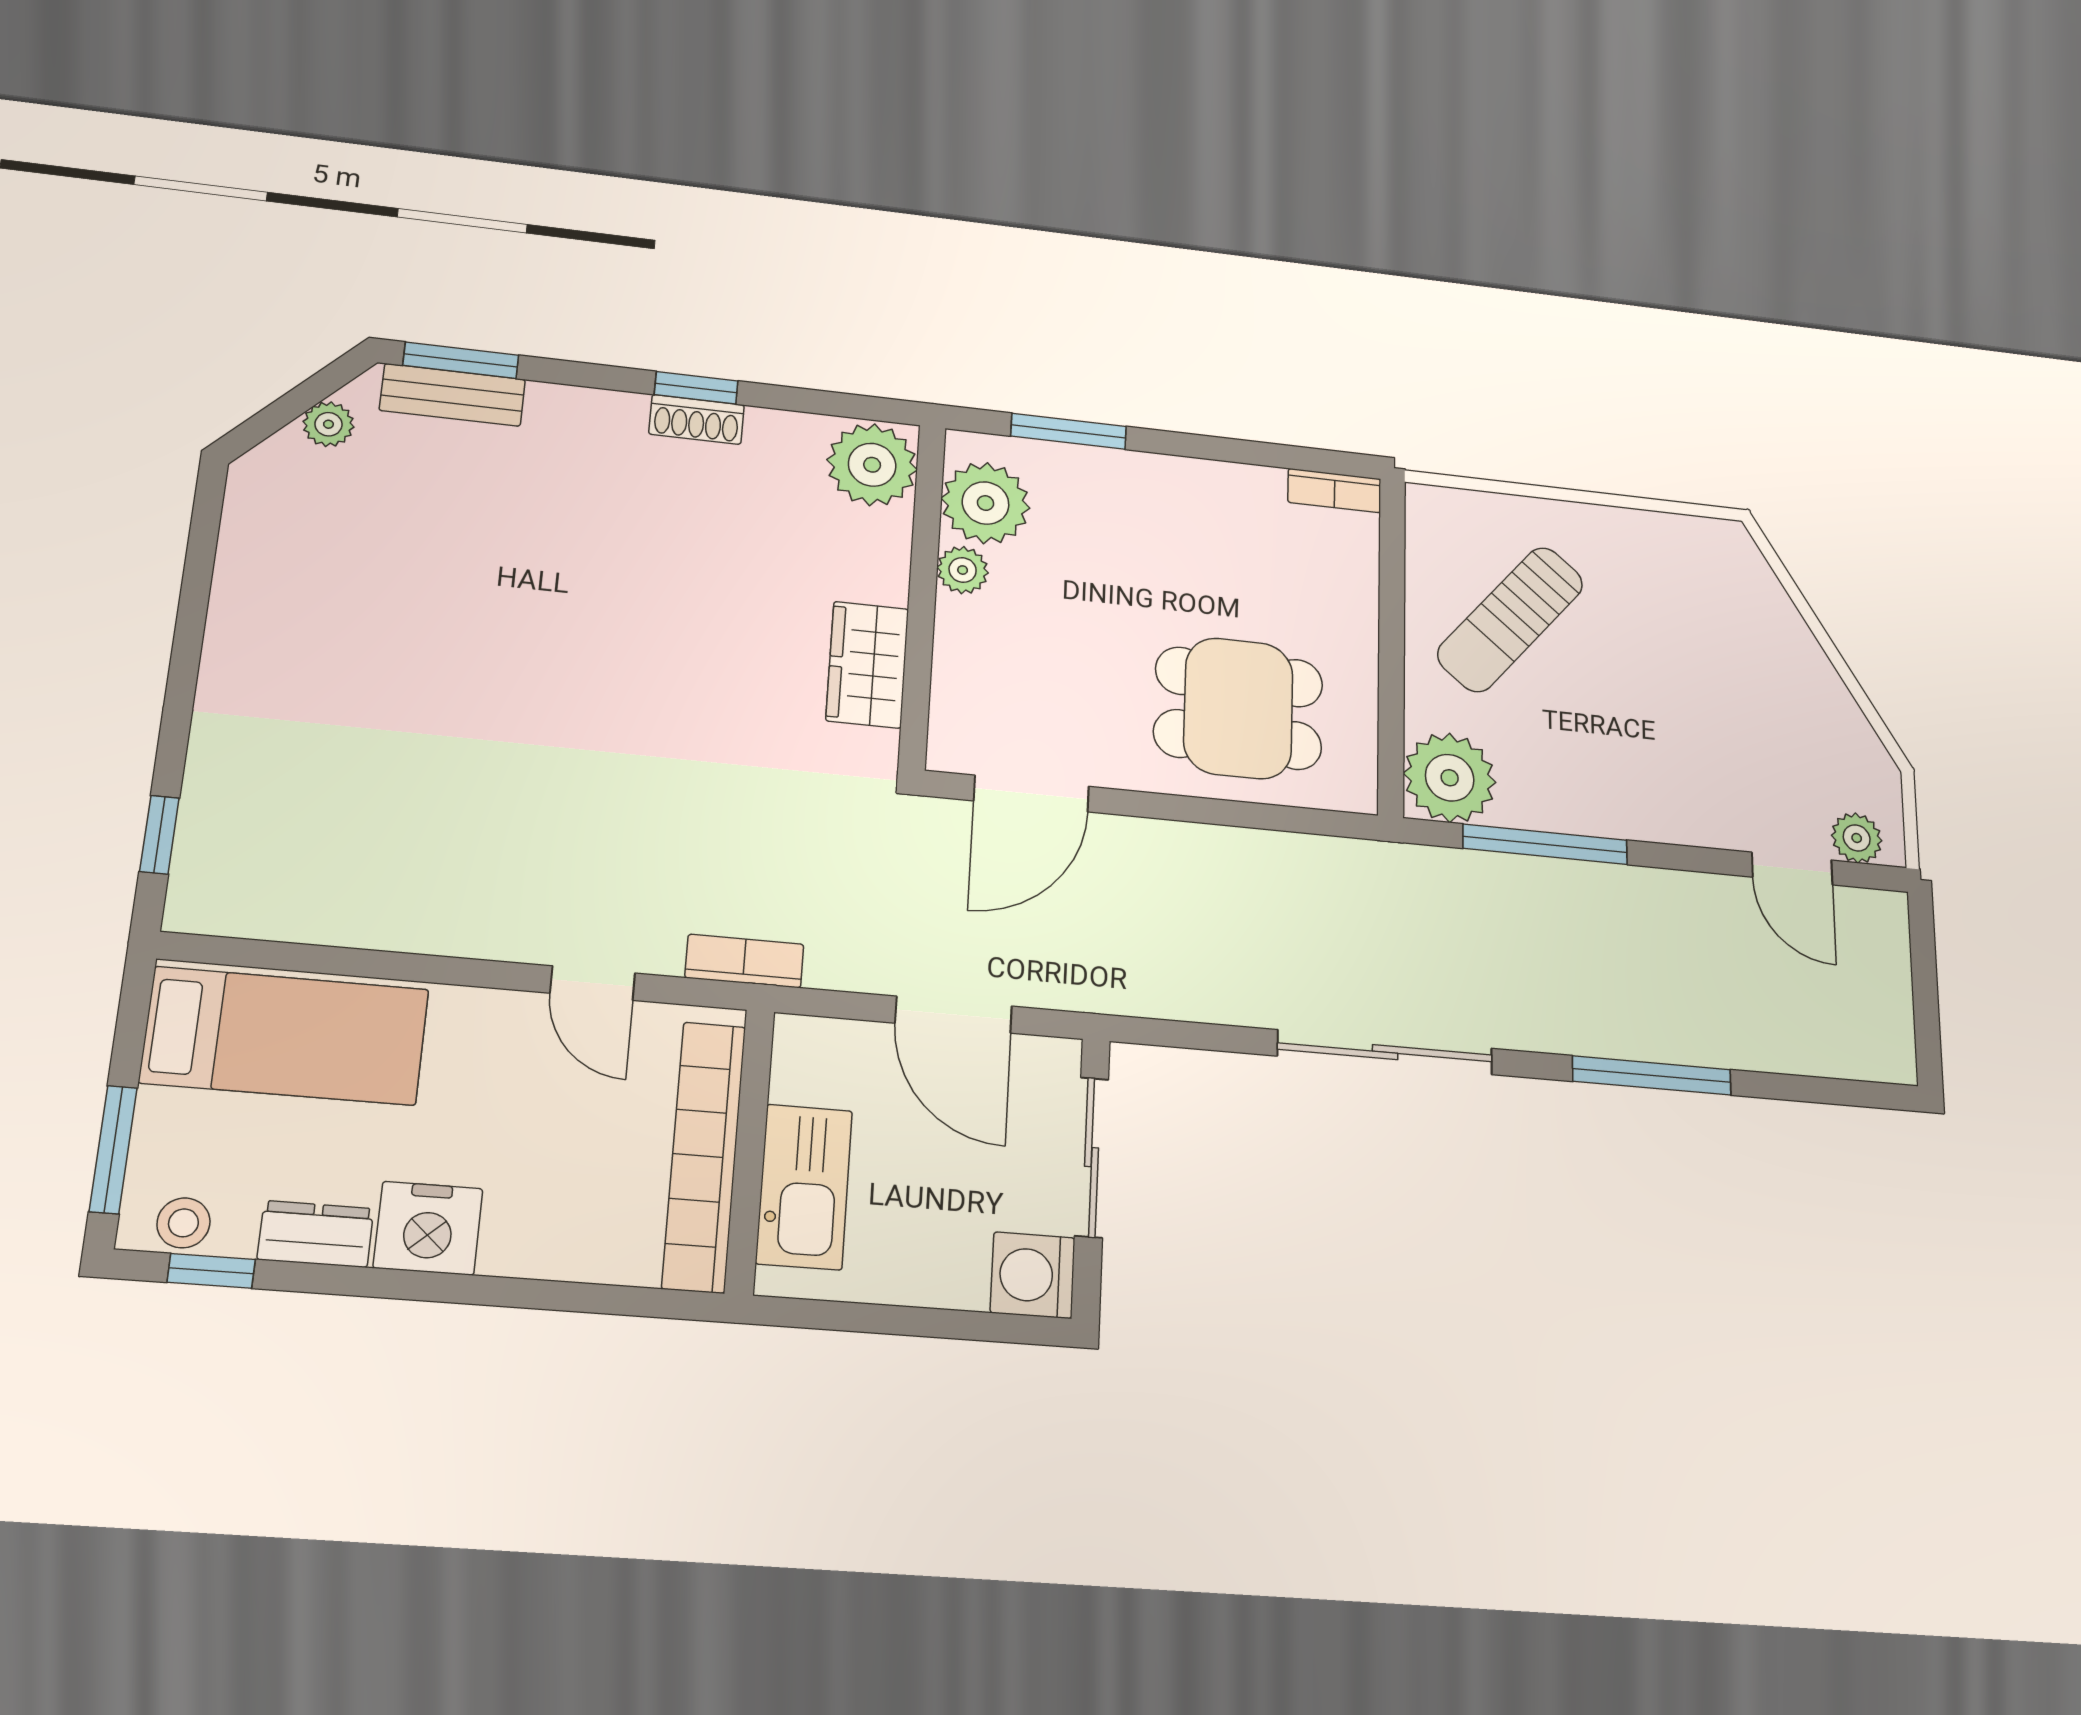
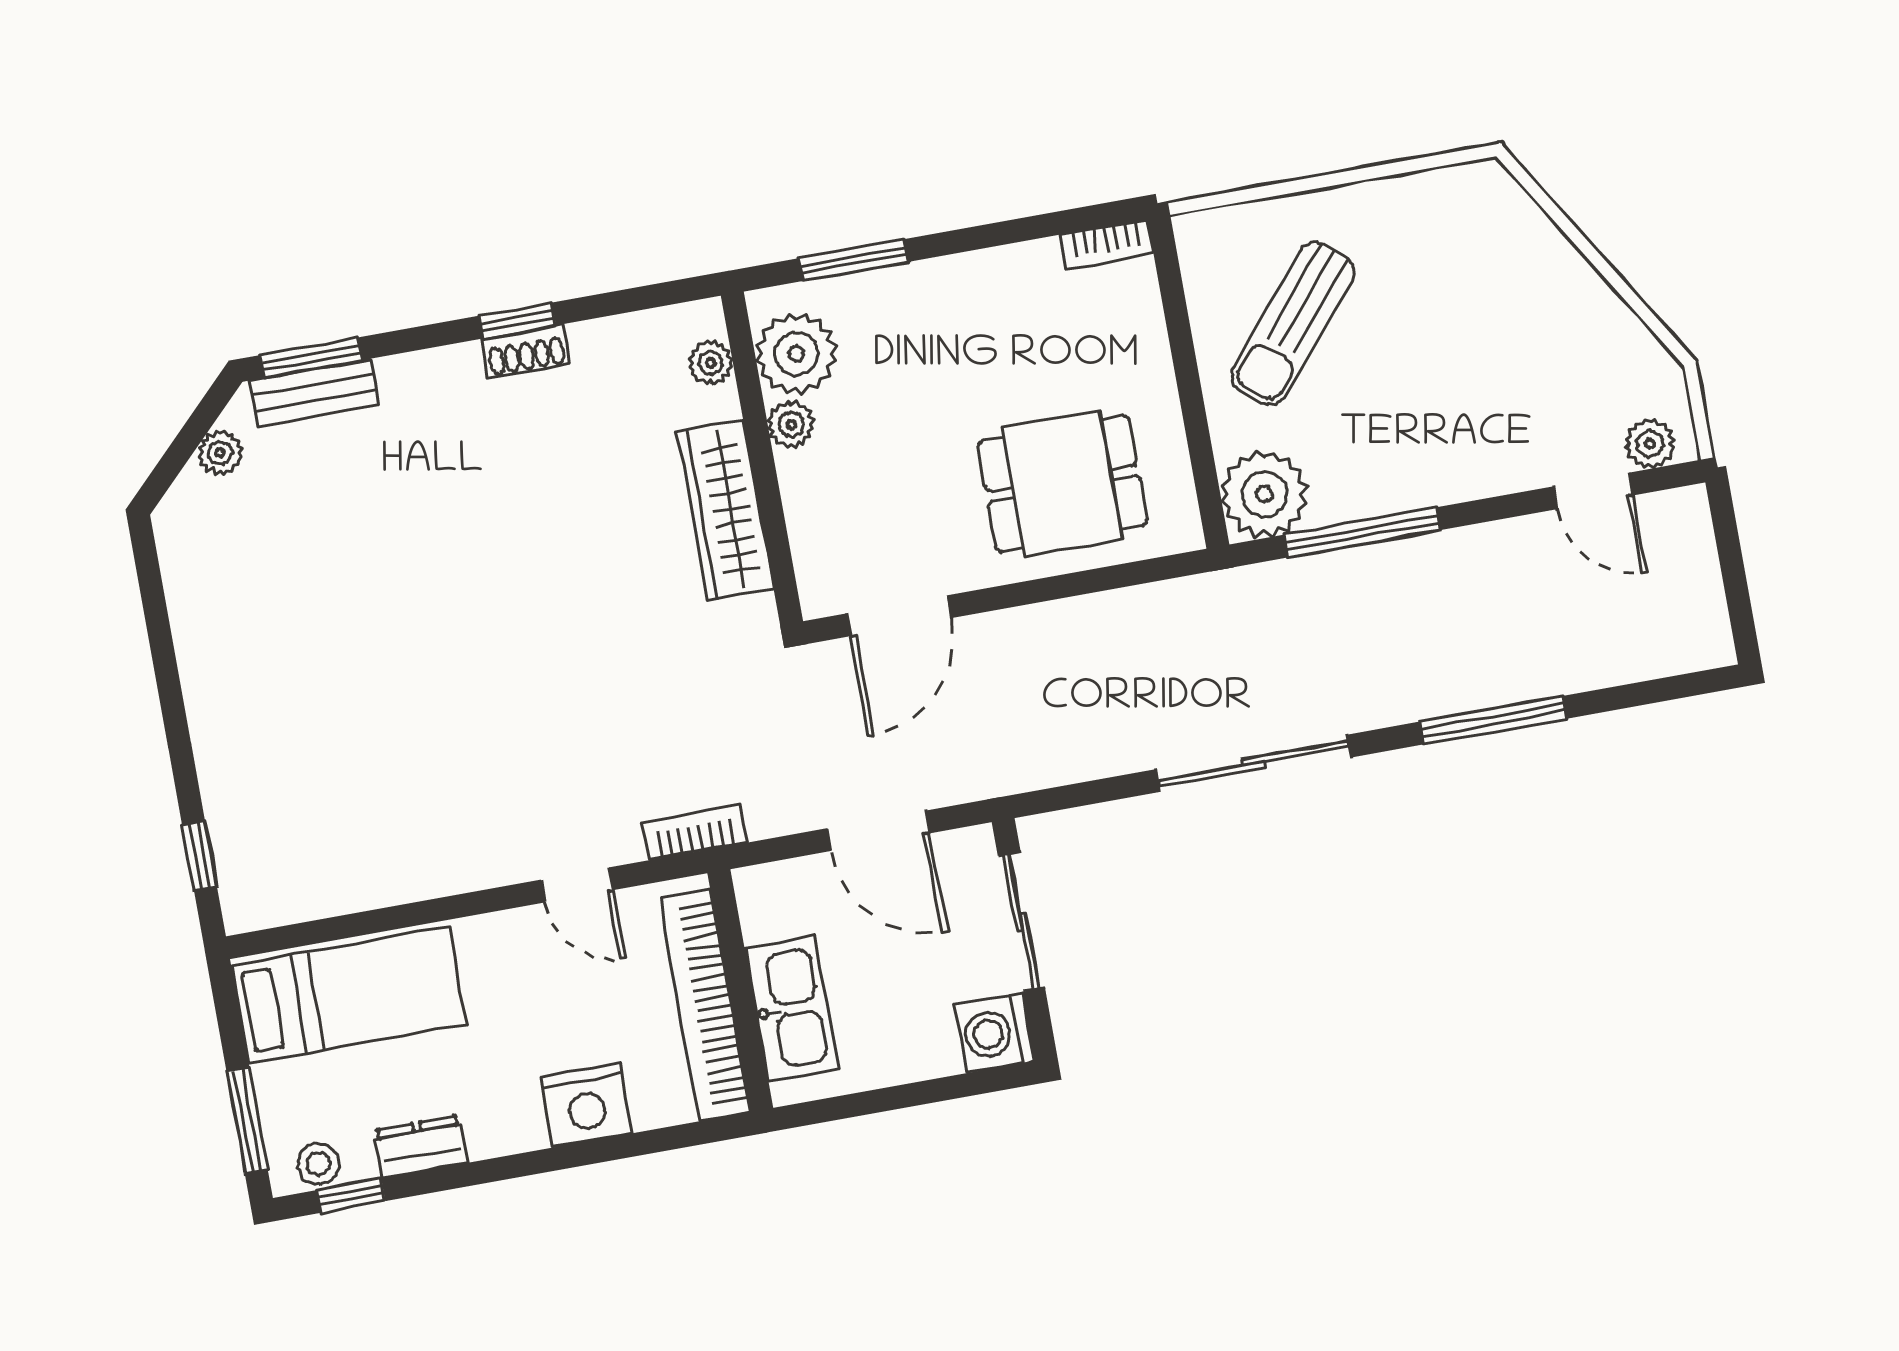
plant: (872, 465) -> (711, 363), width x0.53, depth x0.53
wardrobe: (867, 665) -> (726, 510), width x1.50
nightstand: (428, 1228) -> (586, 1105), moved

